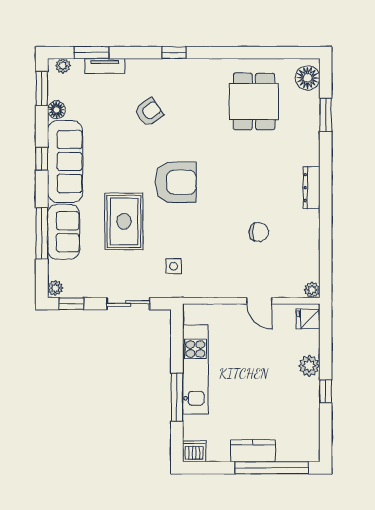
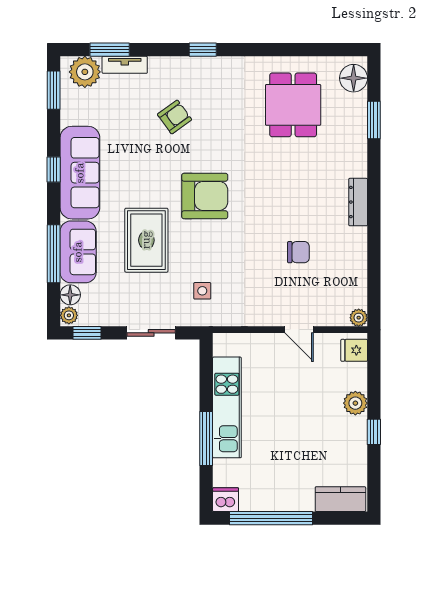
plant: (63, 66) -> (85, 72), width x1.87, depth x1.87
floor lamp: (56, 110) -> (70, 295), moved
kitchen counter: (253, 451) -> (340, 499), moved
window: (272, 468) -> (271, 518), moved

